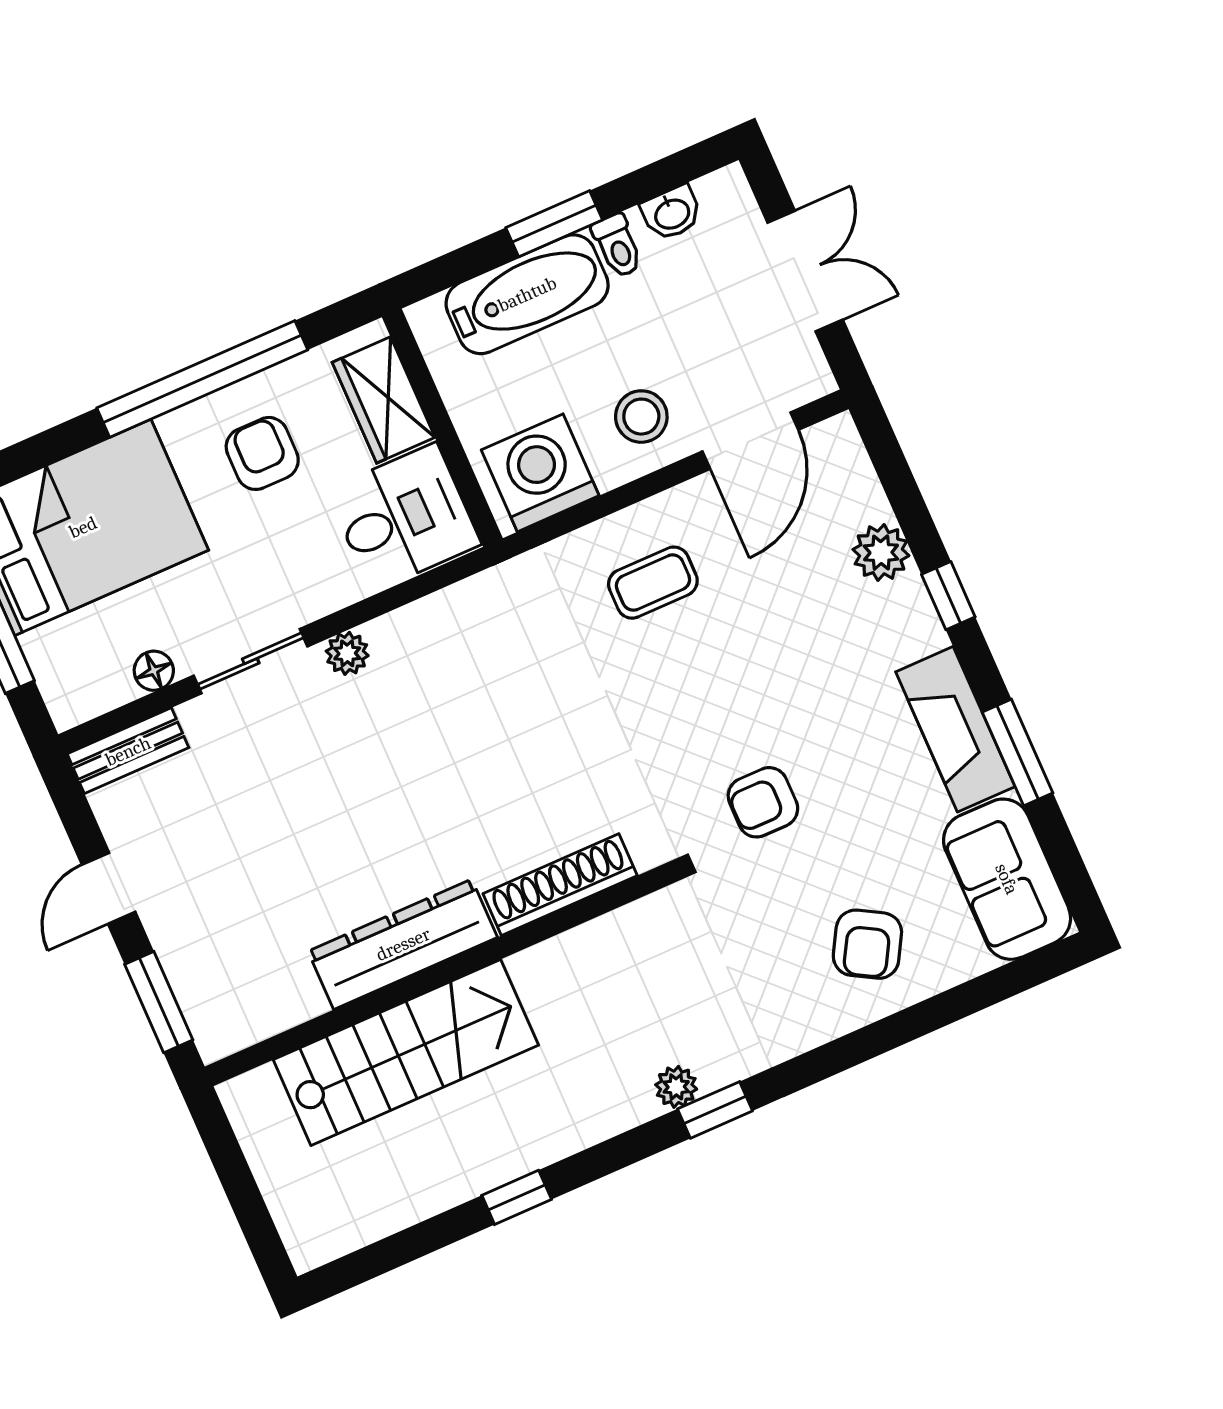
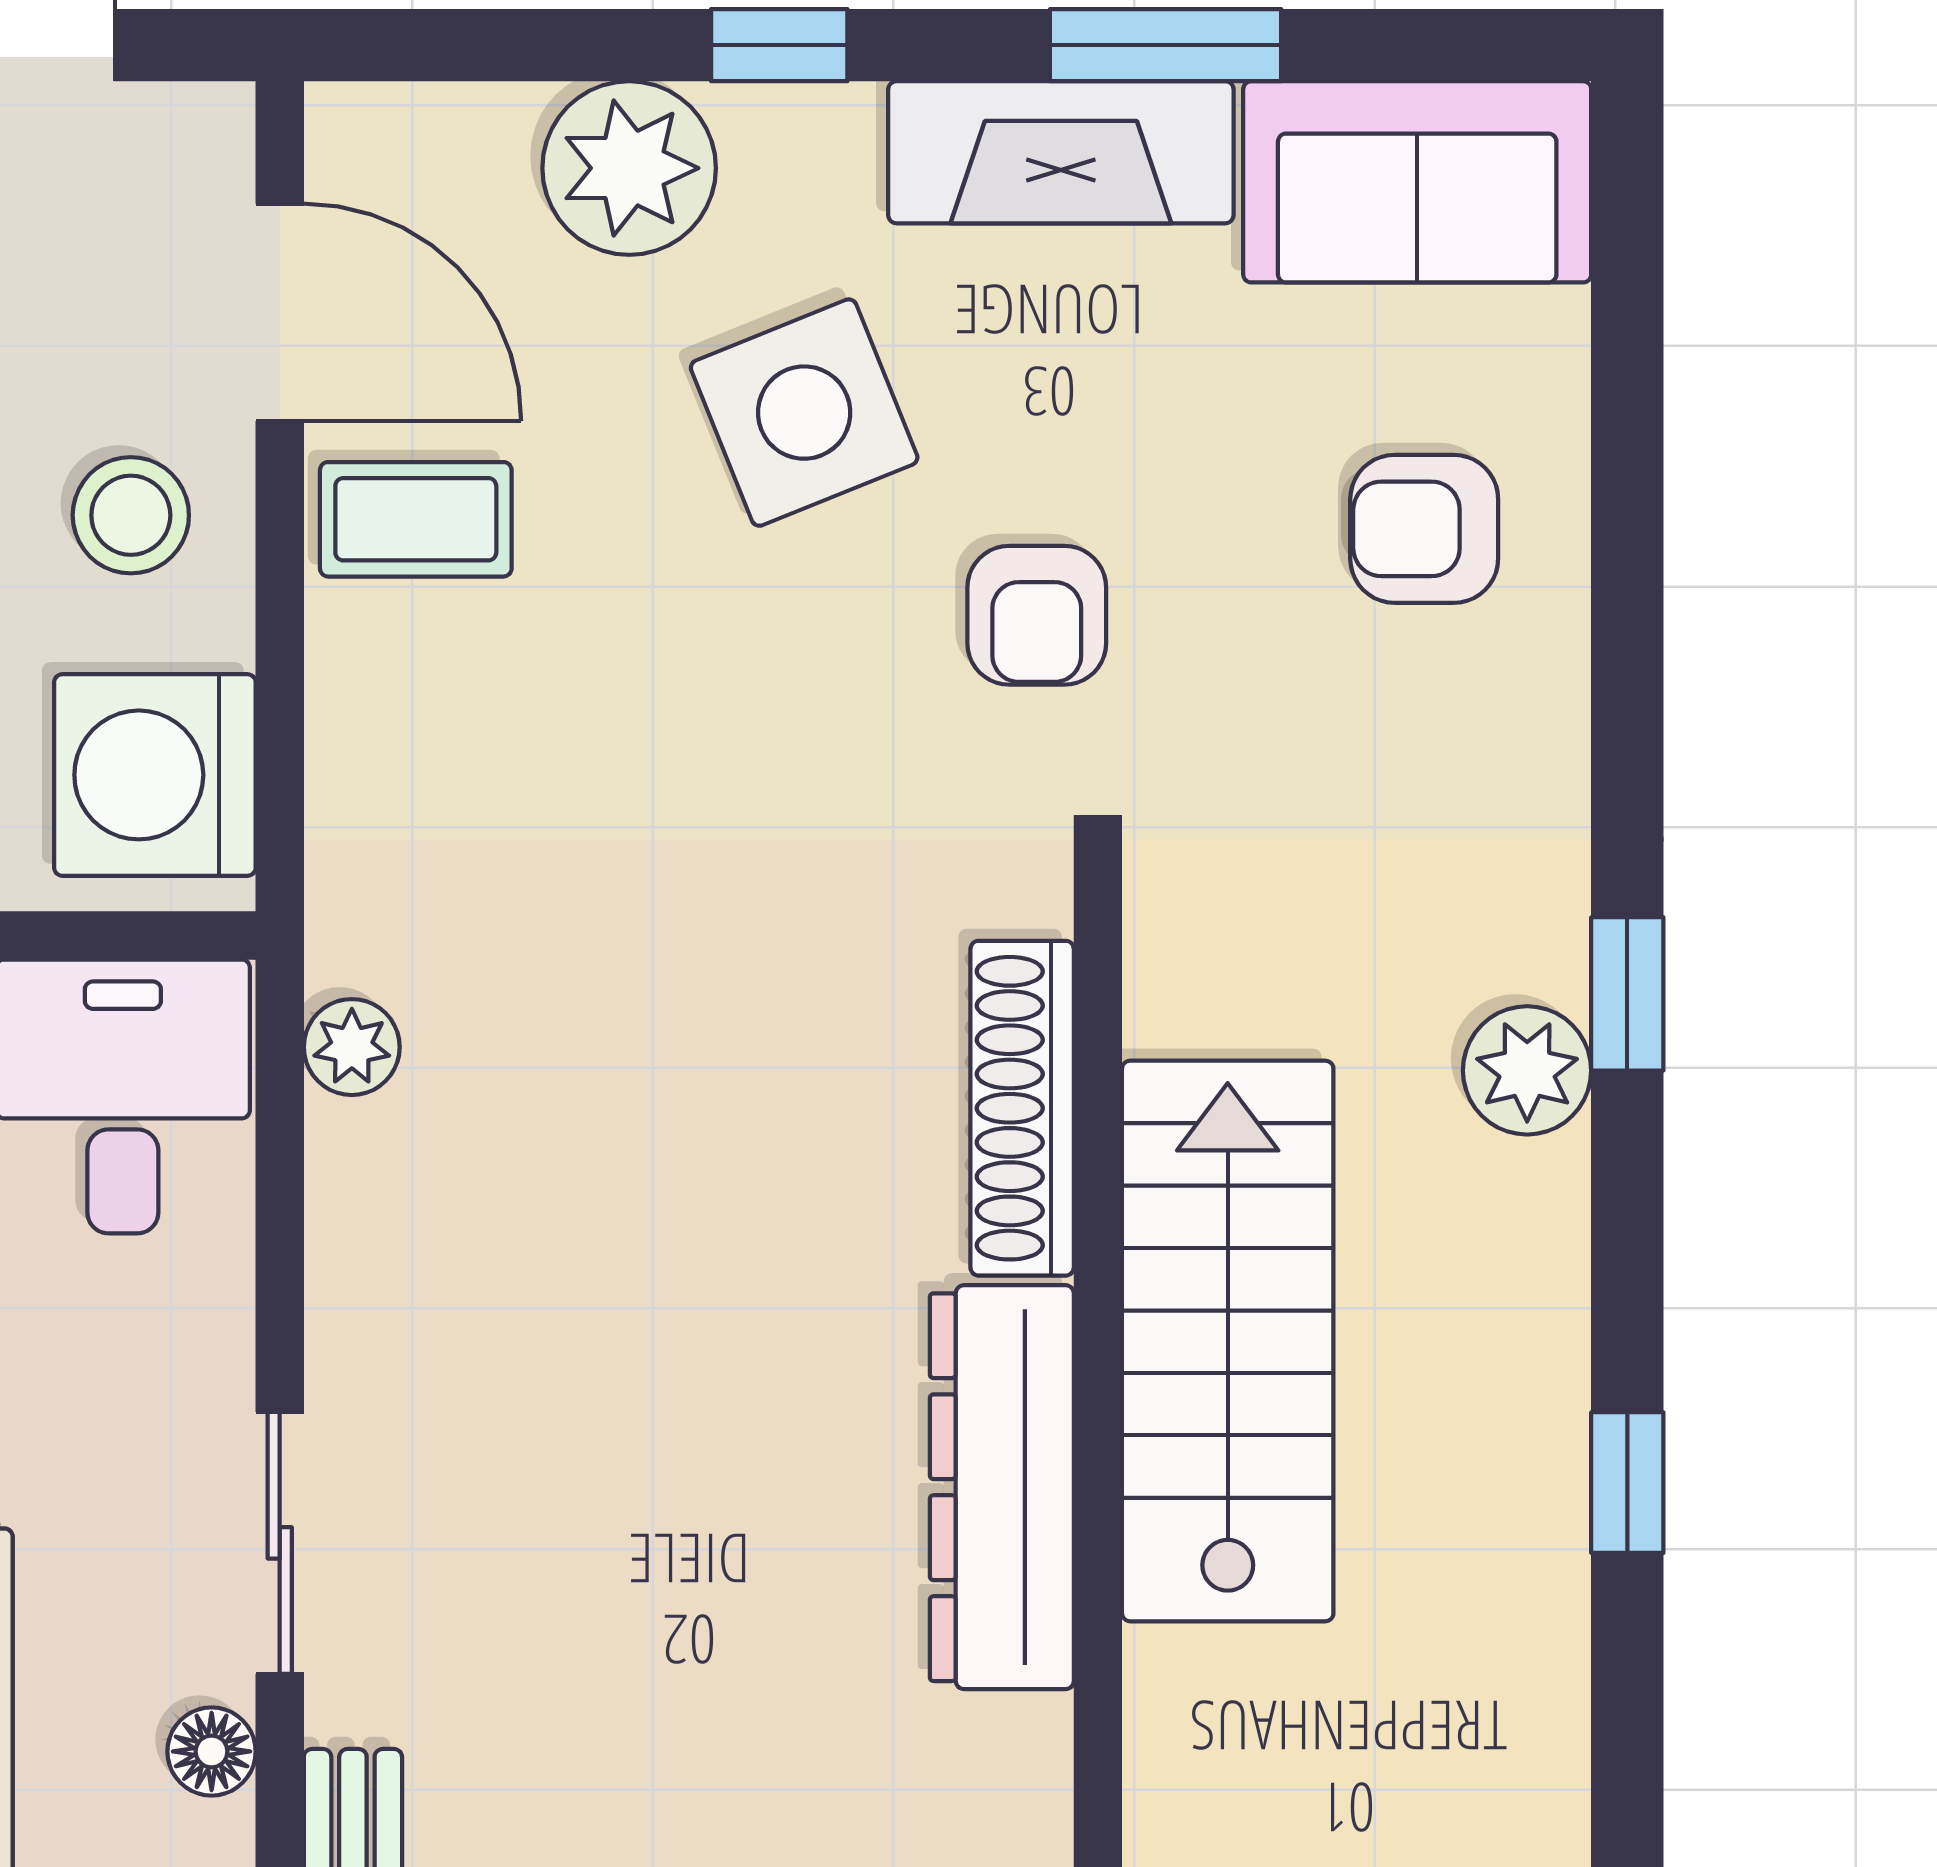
plant: (881, 553) -> (629, 168), width x1.36, depth x1.36
coffee table: (653, 583) -> (416, 519), moved, turned 90
plant: (347, 653) -> (352, 1047), moved
side table: (804, 672) -> (804, 413), added
armchair: (867, 944) -> (1424, 529), turned 150
stairs: (406, 1052) -> (1228, 1341), moved
plant: (676, 1087) -> (1527, 1070), width x1.38, depth x1.38

